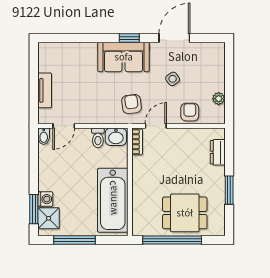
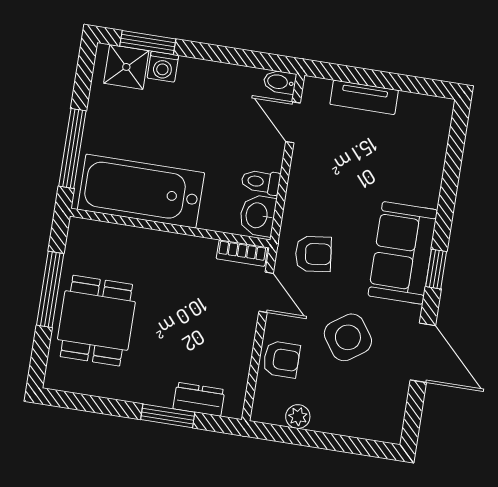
side table: (173, 79) -> (348, 337), width x1.87, depth x1.87
window: (229, 190) -> (168, 416), moved
window: (75, 240) -> (72, 148), moved
window: (172, 240) -> (50, 289), width x0.68

